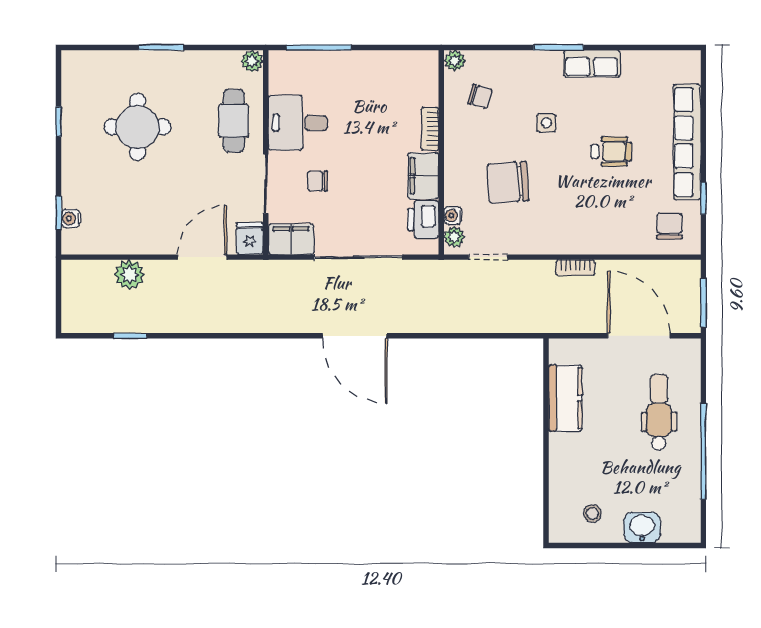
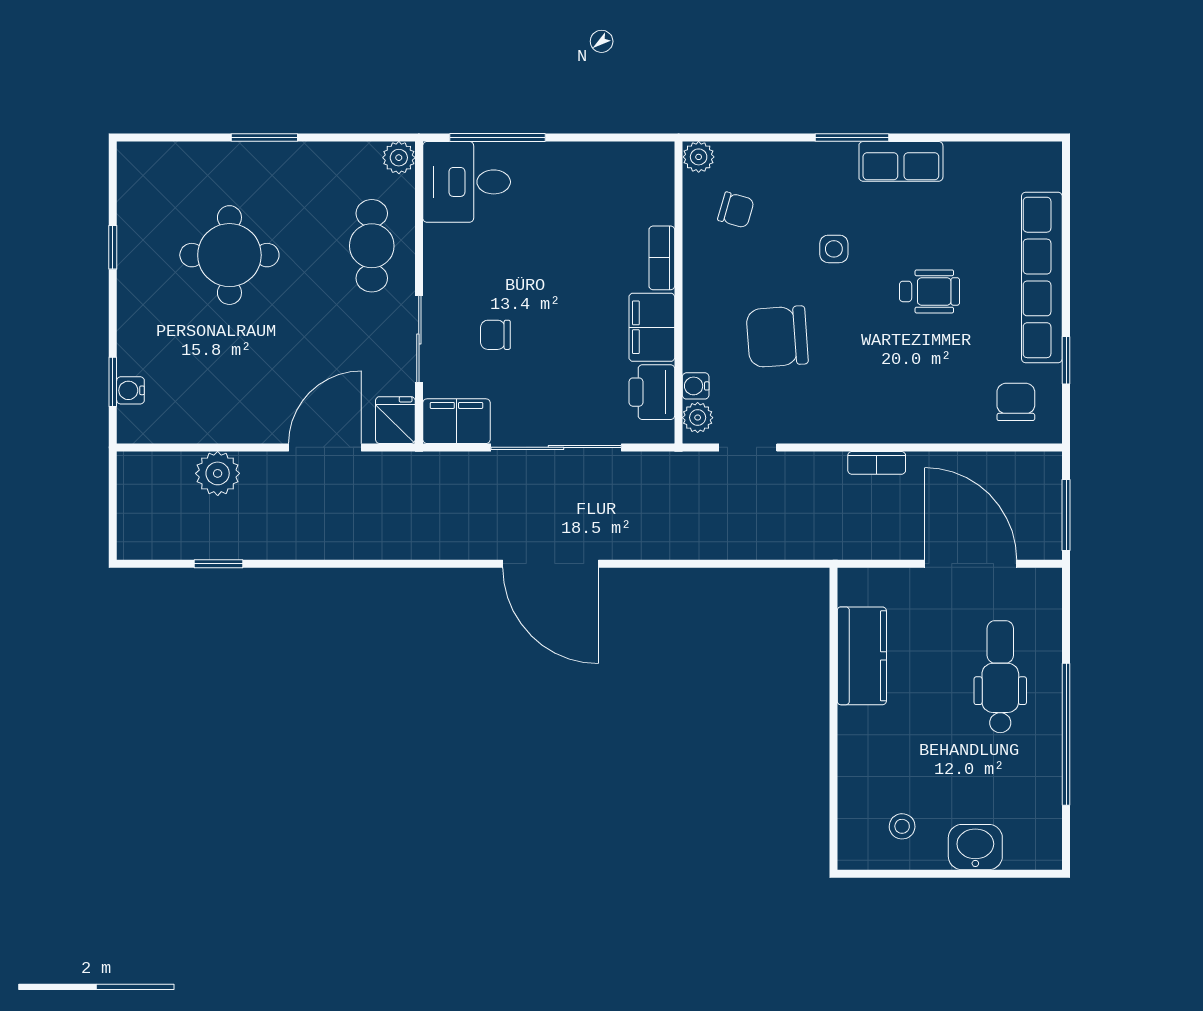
desk: (298, 123) -> (467, 182), moved

